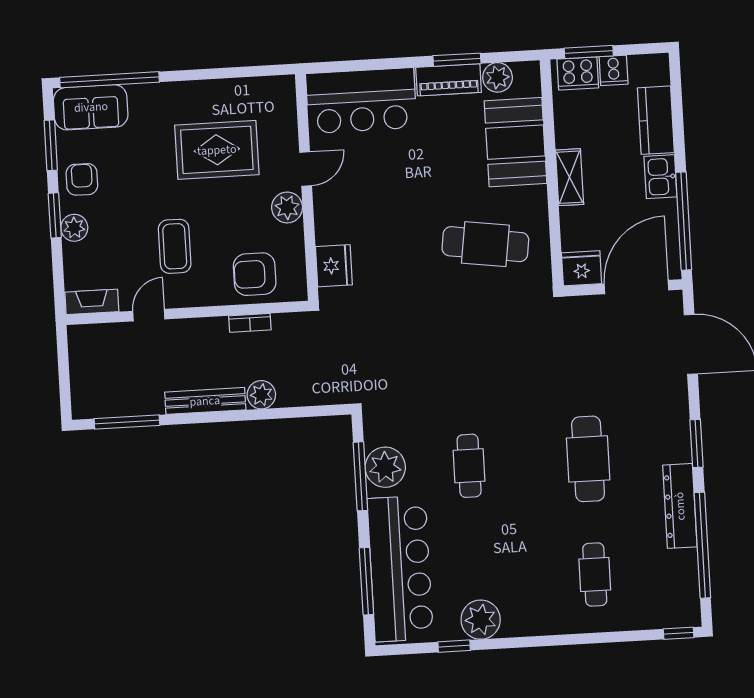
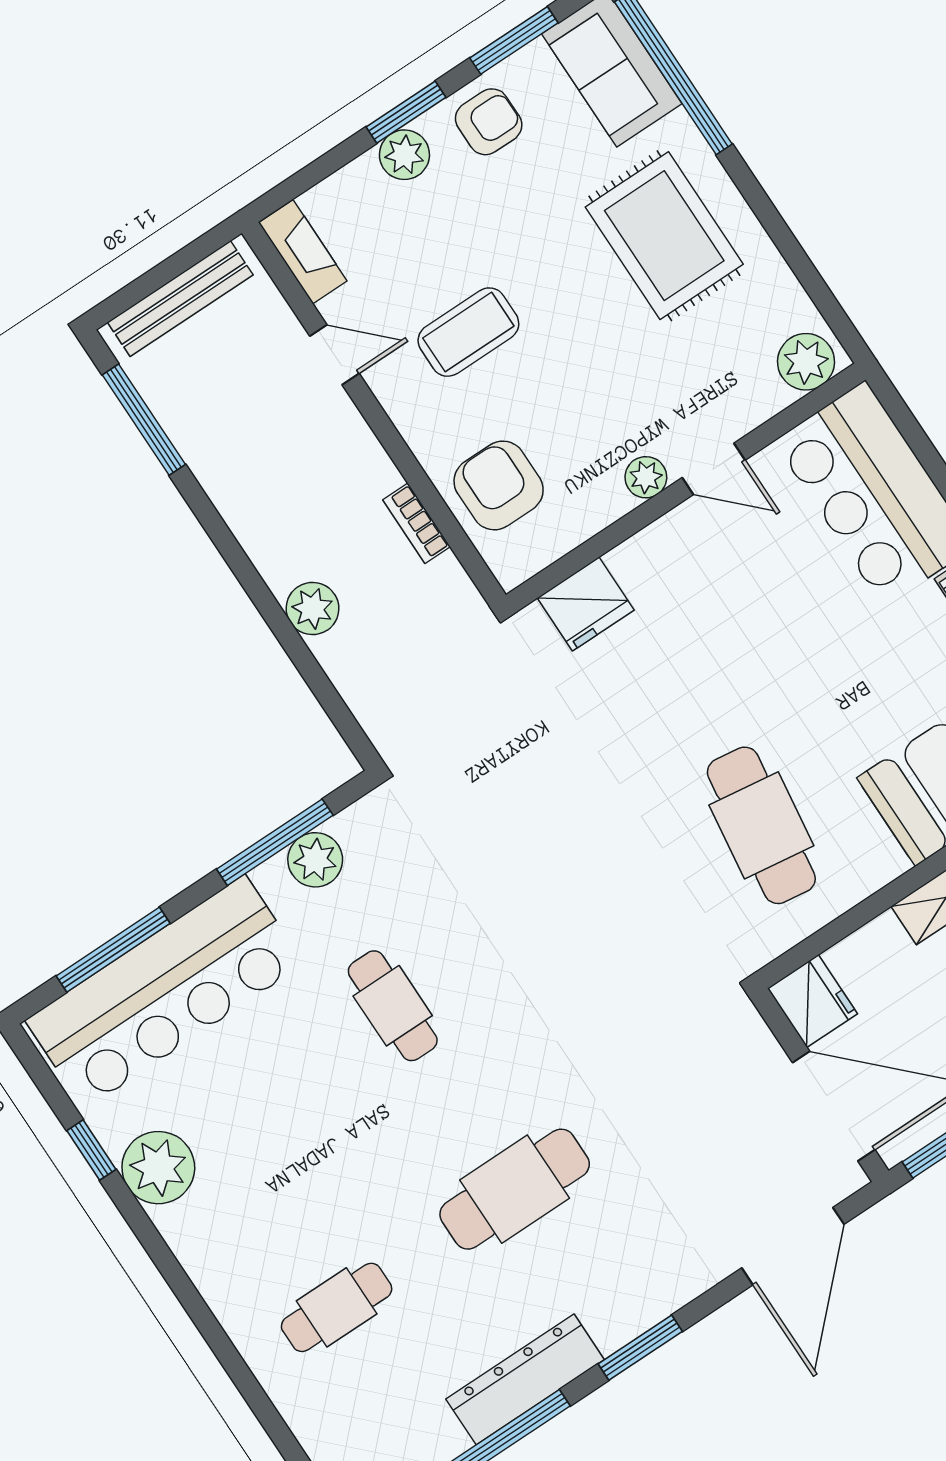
plant: (281, 97) -> (806, 362), added
rug: (217, 150) -> (664, 236), moved
plant: (287, 207) -> (646, 477), width x0.73, depth x0.73
bench: (205, 401) -> (180, 299), moved, turned 90
cafe table: (469, 466) -> (393, 1006), turned 90
plant: (385, 467) -> (315, 860), width x0.73, depth x0.73

